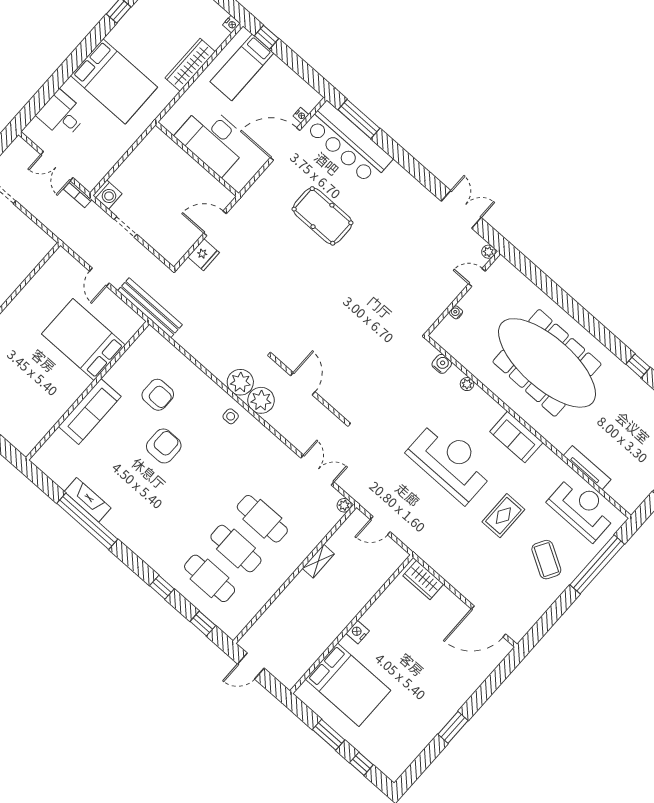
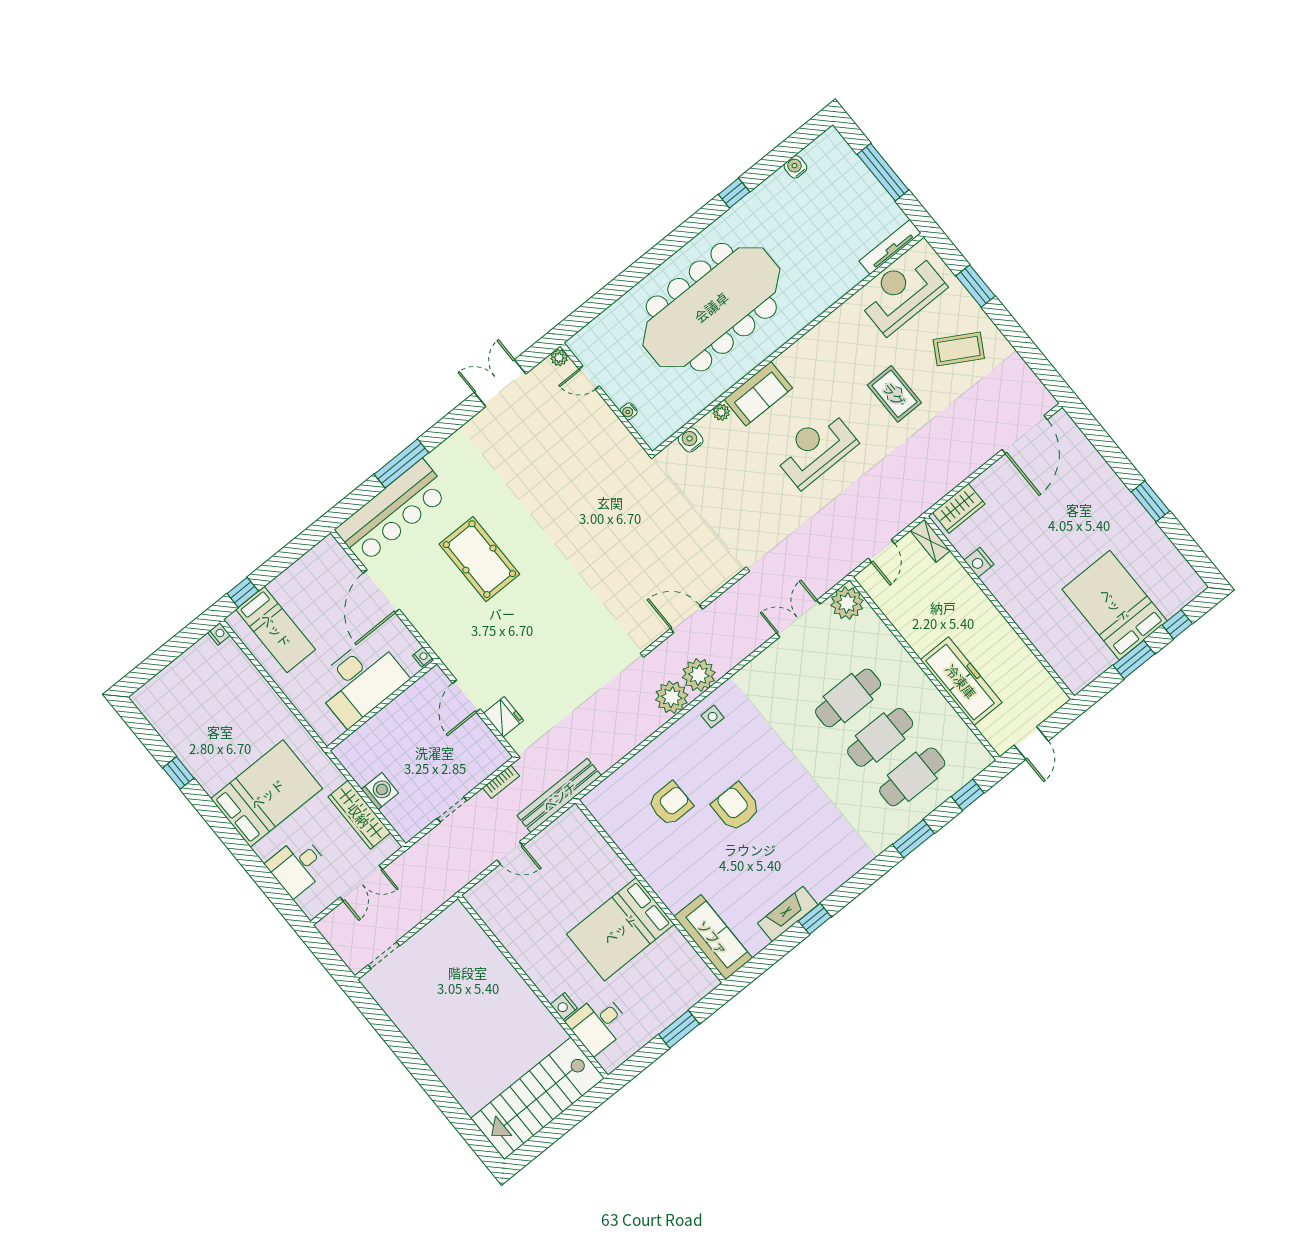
wardrobe: (190, 65) -> (359, 815), moved
nightstand: (301, 115) -> (423, 657), moved
window: (359, 119) -> (401, 463), moved
bookcase: (78, 194) -> (501, 782), moved
washing machine: (107, 195) -> (380, 791), moved
pool table: (322, 216) -> (479, 559), turned 90
door: (477, 277) -> (589, 378), hinge flipped
bed: (84, 339) -> (620, 929), moved
sofa: (90, 411) -> (713, 937), moved
sofa: (516, 437) -> (758, 394), moved
reception desk: (451, 462) -> (815, 449), width x0.74, depth x0.77
tv unit: (587, 468) -> (890, 247), moved
plant: (344, 505) -> (847, 603), width x1.87, depth x1.87
window: (87, 521) -> (815, 919), width x0.32
shelving: (318, 561) -> (930, 541), moved
window: (597, 564) -> (975, 286), width x0.47
window: (162, 587) -> (913, 839), width x1.50
freezer: (290, 604) -> (961, 681), added
nightstand: (358, 632) -> (979, 562), moved
bed: (348, 685) -> (1115, 605), moved, turned -90

